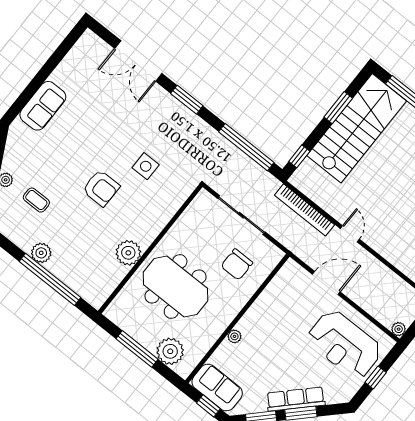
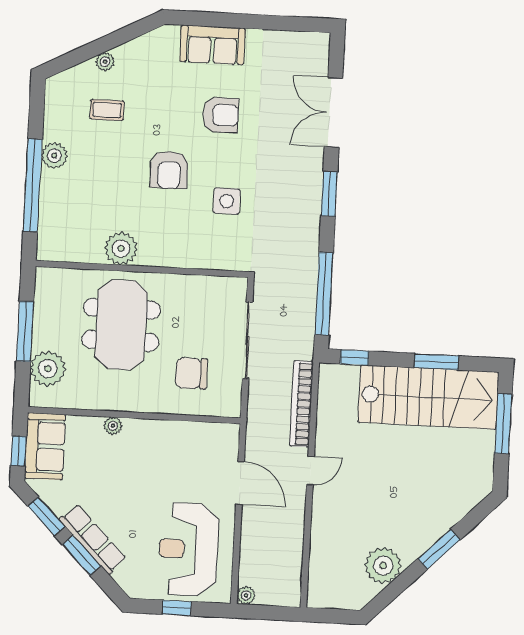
armchair: (90, 132) -> (221, 115), added
coffee table: (36, 200) -> (107, 110), turned 90

